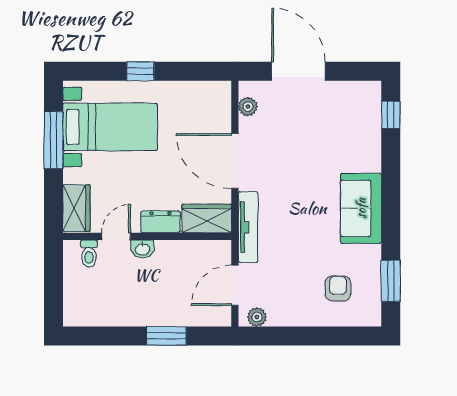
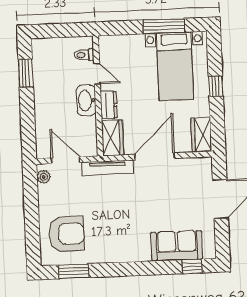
plant: (248, 107) -> (194, 164), removed
wardrobe: (76, 208) -> (201, 134), moved, turned 90
sofa: (361, 208) -> (177, 246), moved
washbasin: (142, 249) -> (86, 100), width x1.91, depth x1.45
armchair: (338, 288) -> (66, 234), width x1.88, depth x1.88
window: (166, 336) -> (26, 73), moved

